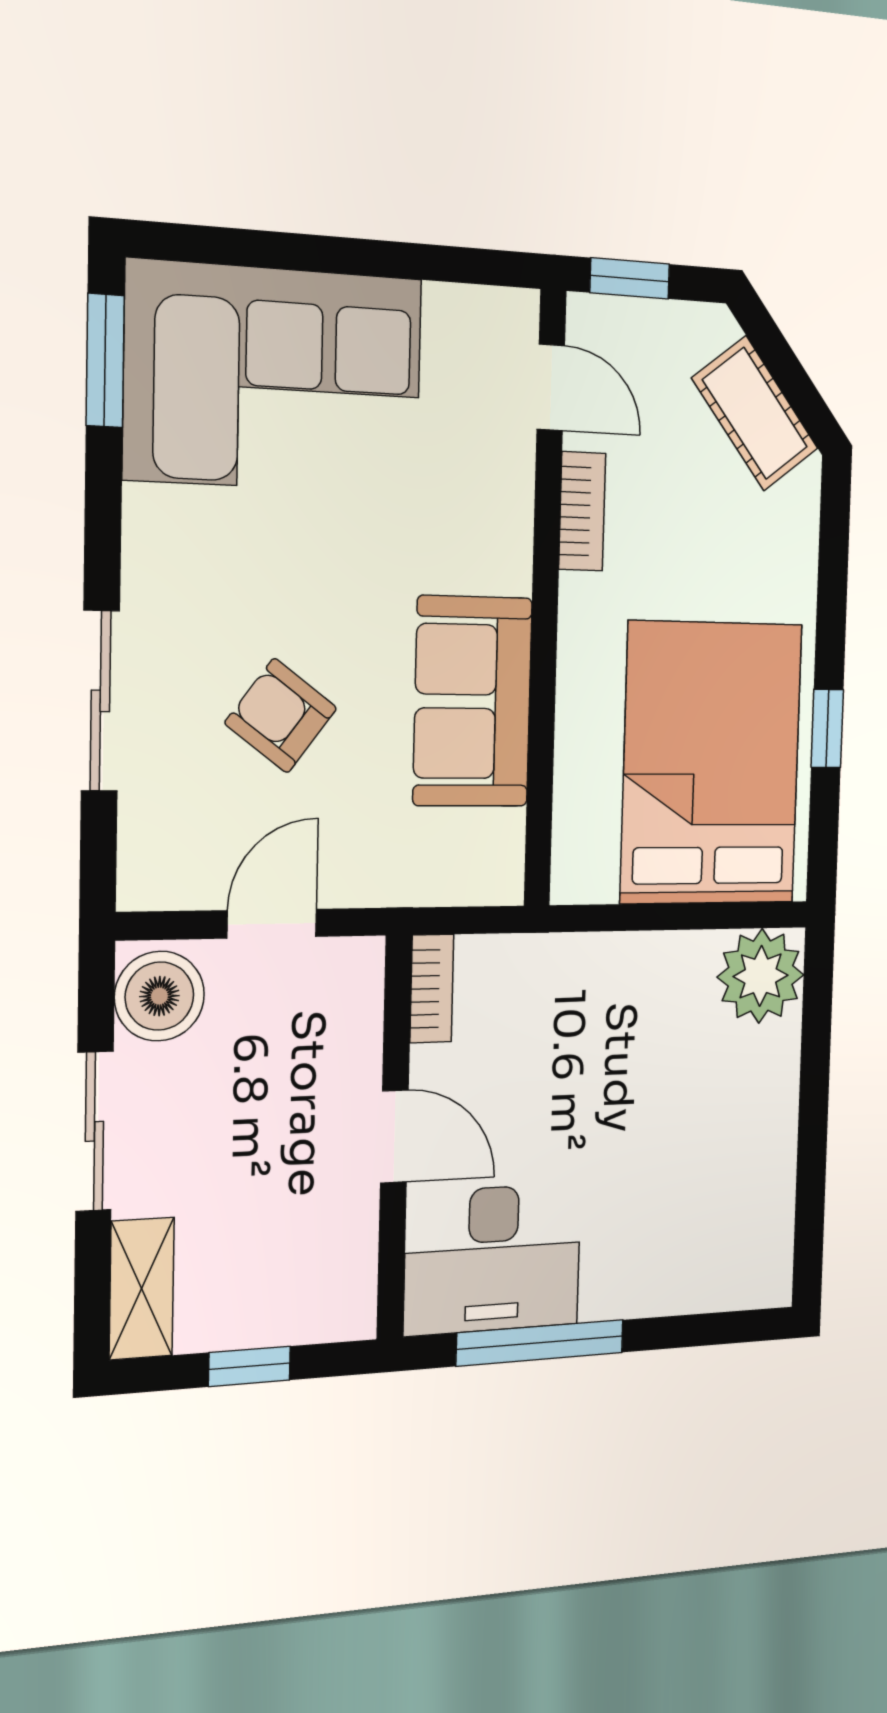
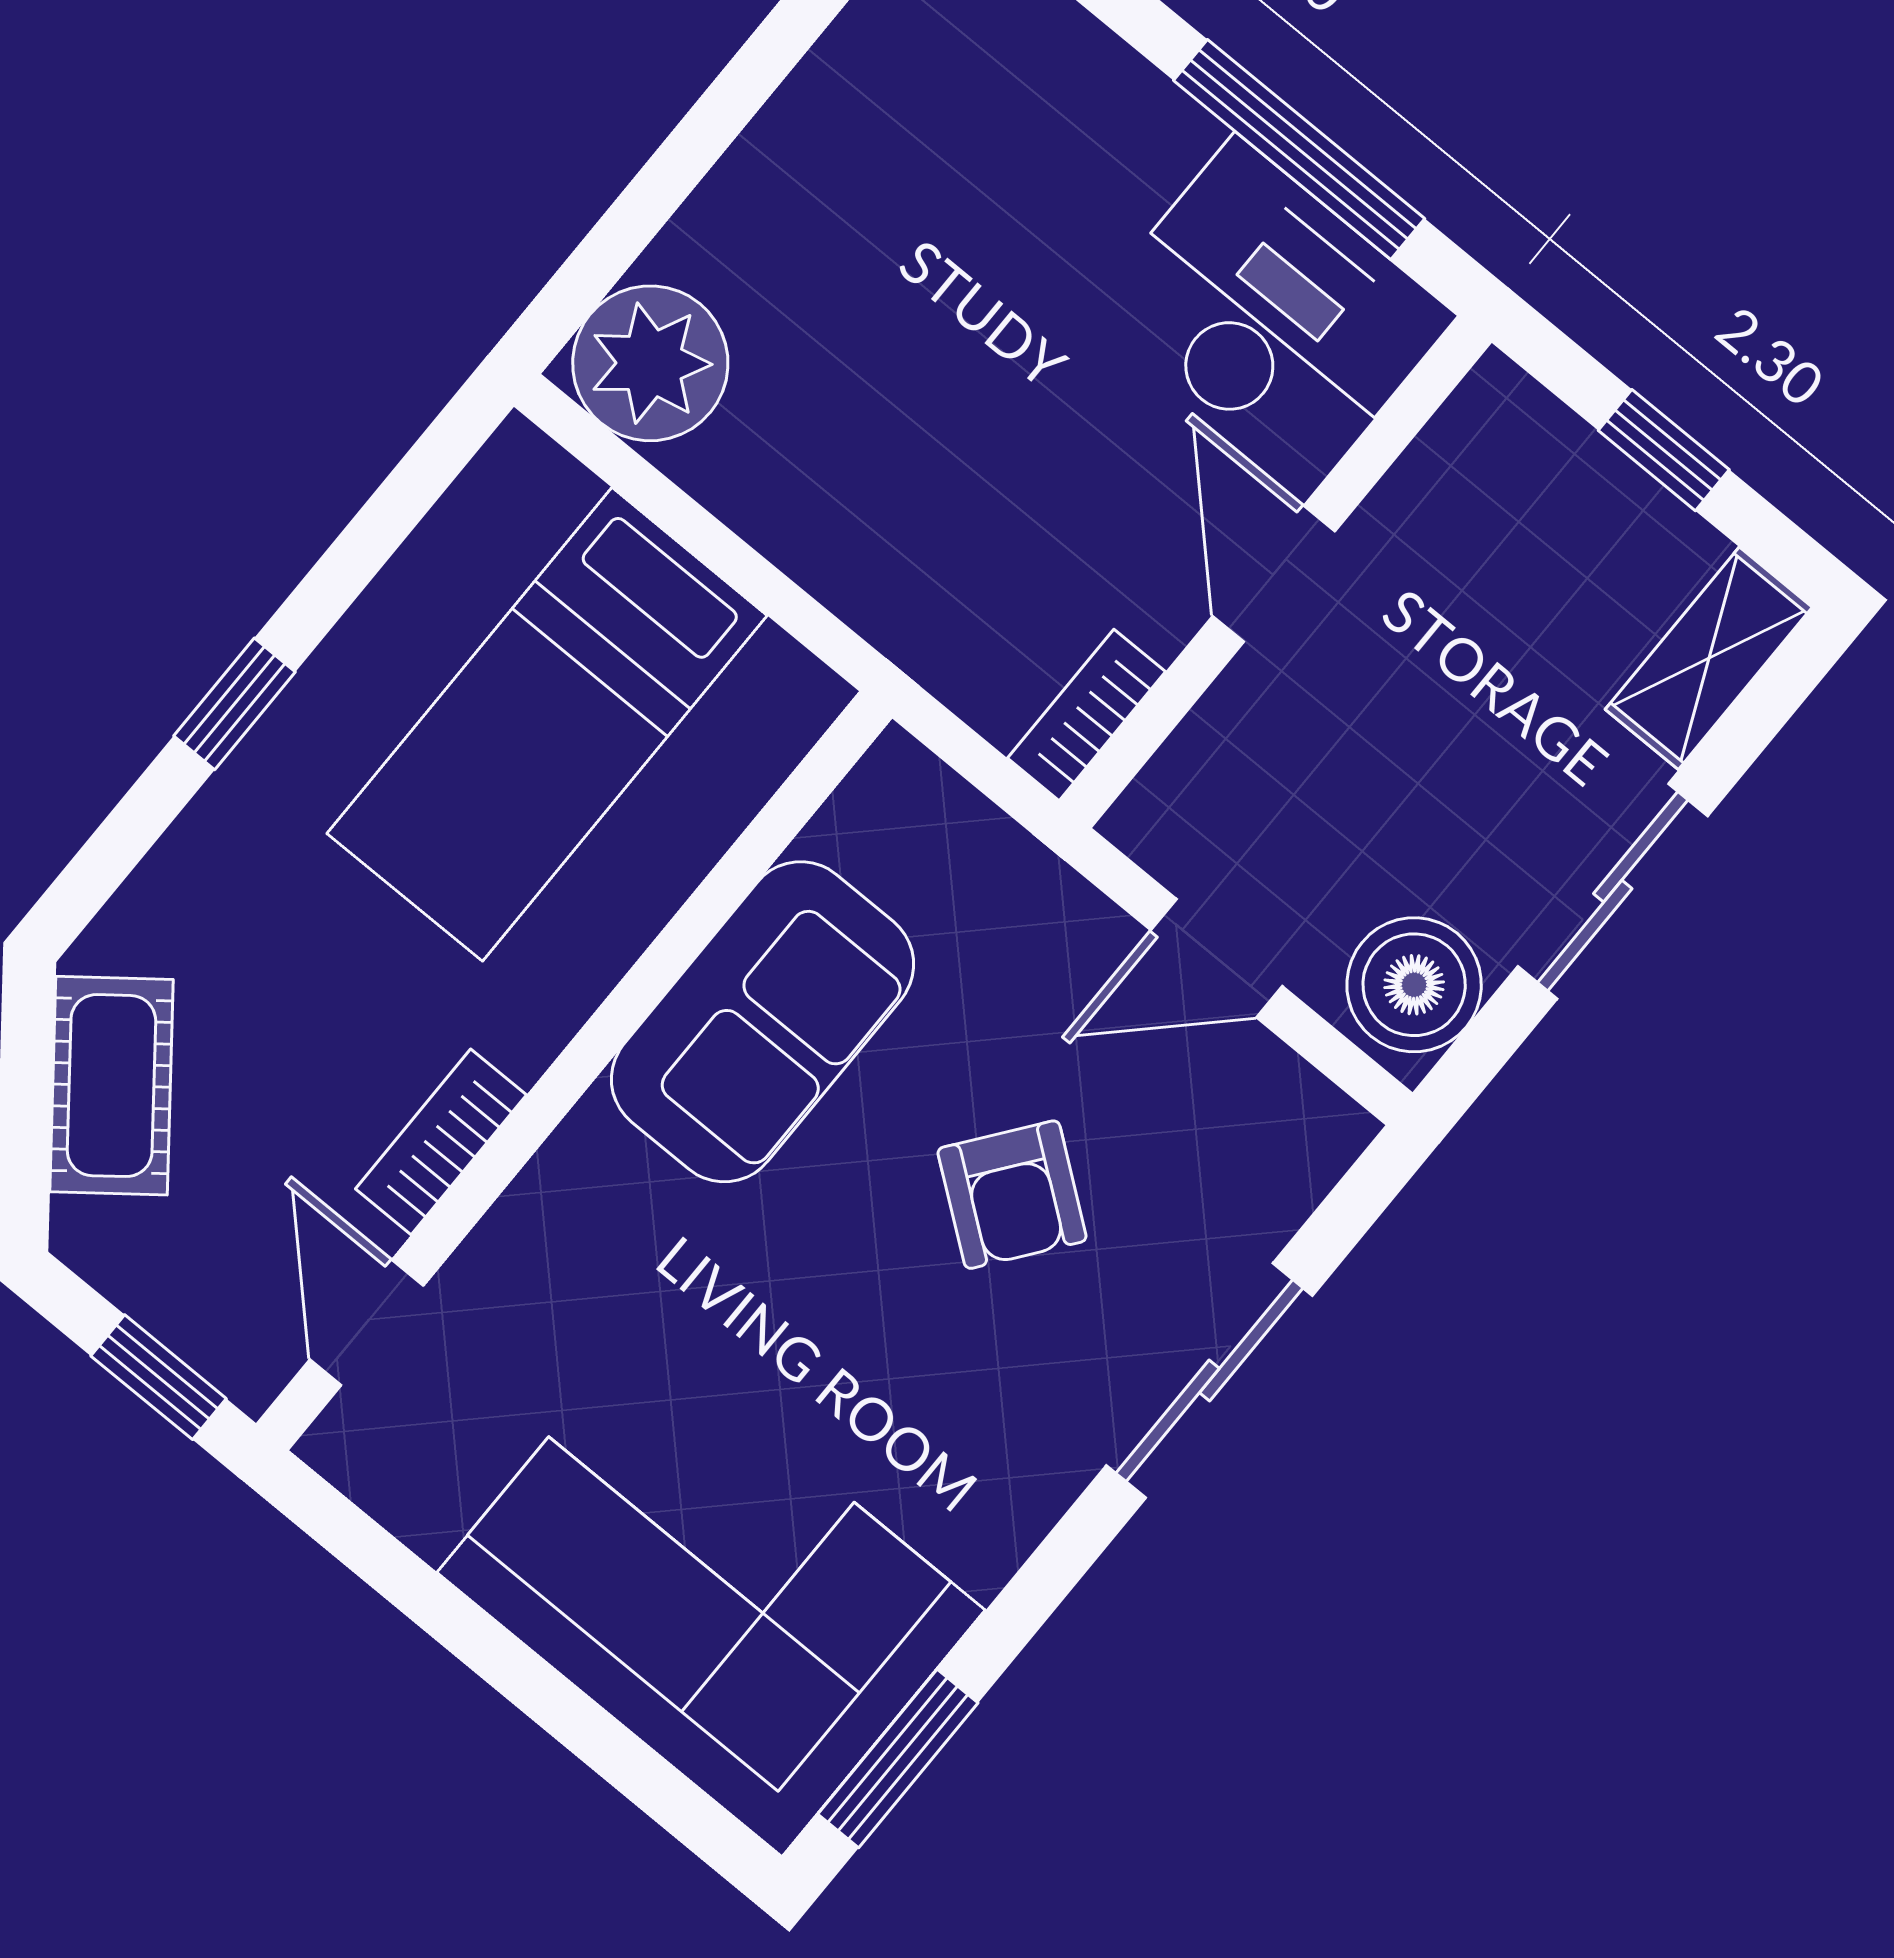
window: (827, 728) -> (234, 704), moved
bed: (711, 763) -> (547, 724), width x0.67

